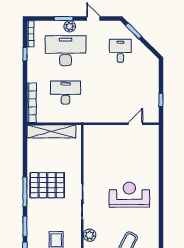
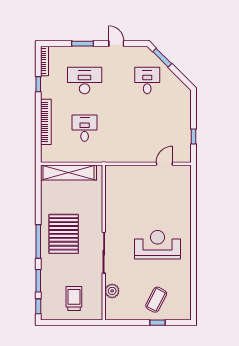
plant: (70, 26) -> (89, 53), removed
desk: (66, 51) -> (85, 80), width x0.73, depth x0.77
desk: (66, 93) -> (85, 128), width x0.73
bookcase: (32, 103) -> (46, 122), moved
pallet: (47, 185) -> (64, 234), turned 90

